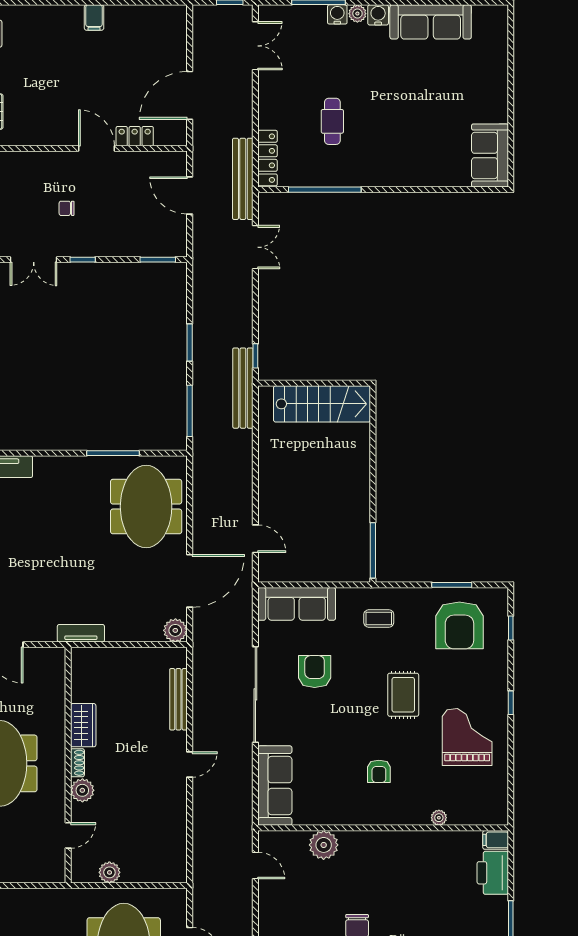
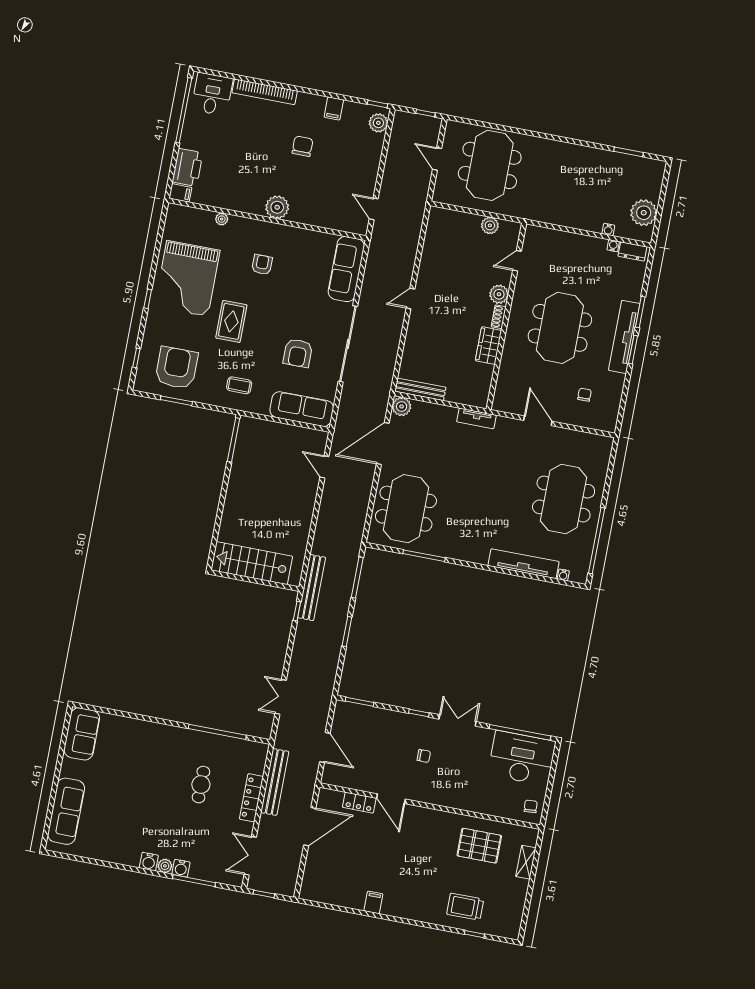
sofa: (431, 22) -> (66, 811), moved, turned 90
locker: (268, 158) -> (251, 798), moved
bench: (243, 179) -> (275, 782), moved
bench: (178, 699) -> (420, 389), moved, turned 90
grand piano: (467, 737) -> (187, 278), width x1.37, depth x1.48
plant: (324, 845) -> (277, 207), moved

